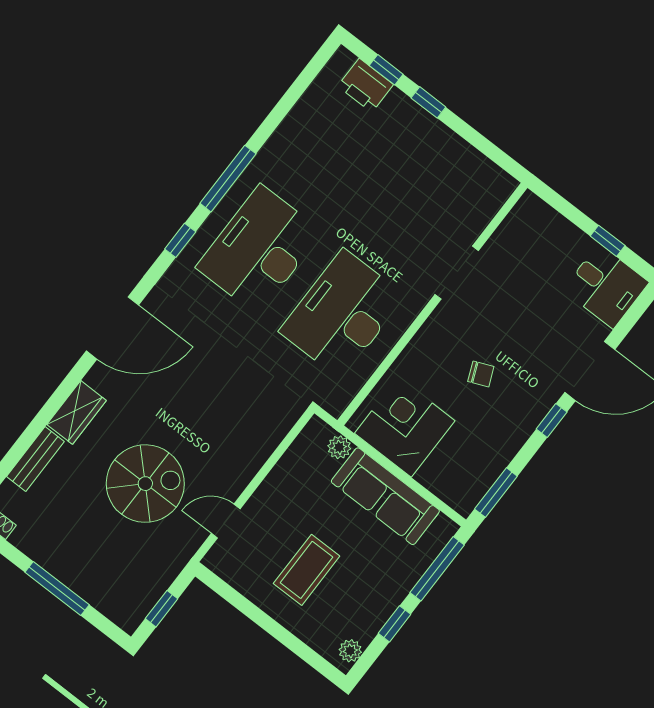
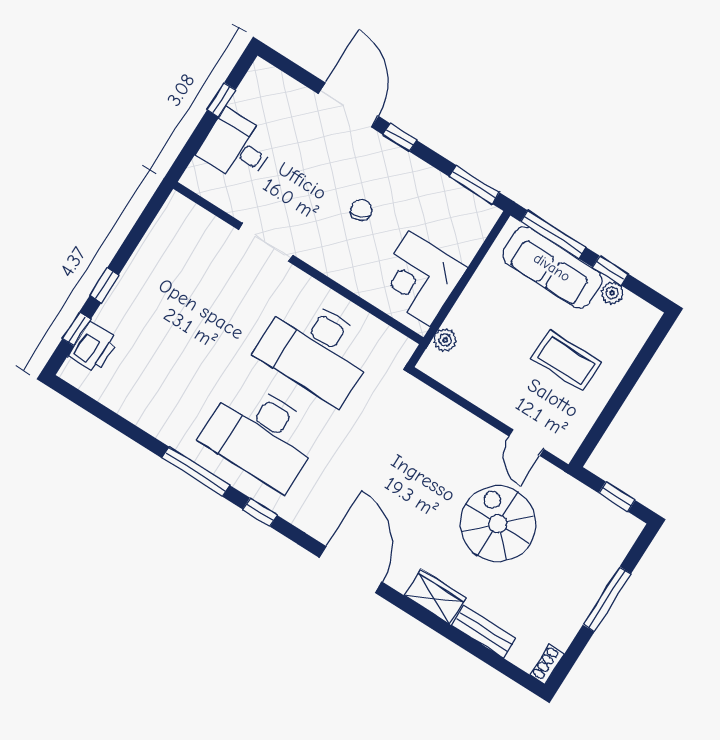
desk: (606, 286) -> (236, 147), moved, turned -90
sofa: (385, 496) -> (552, 267), moved, turned 90
plant: (350, 651) -> (612, 293), moved

